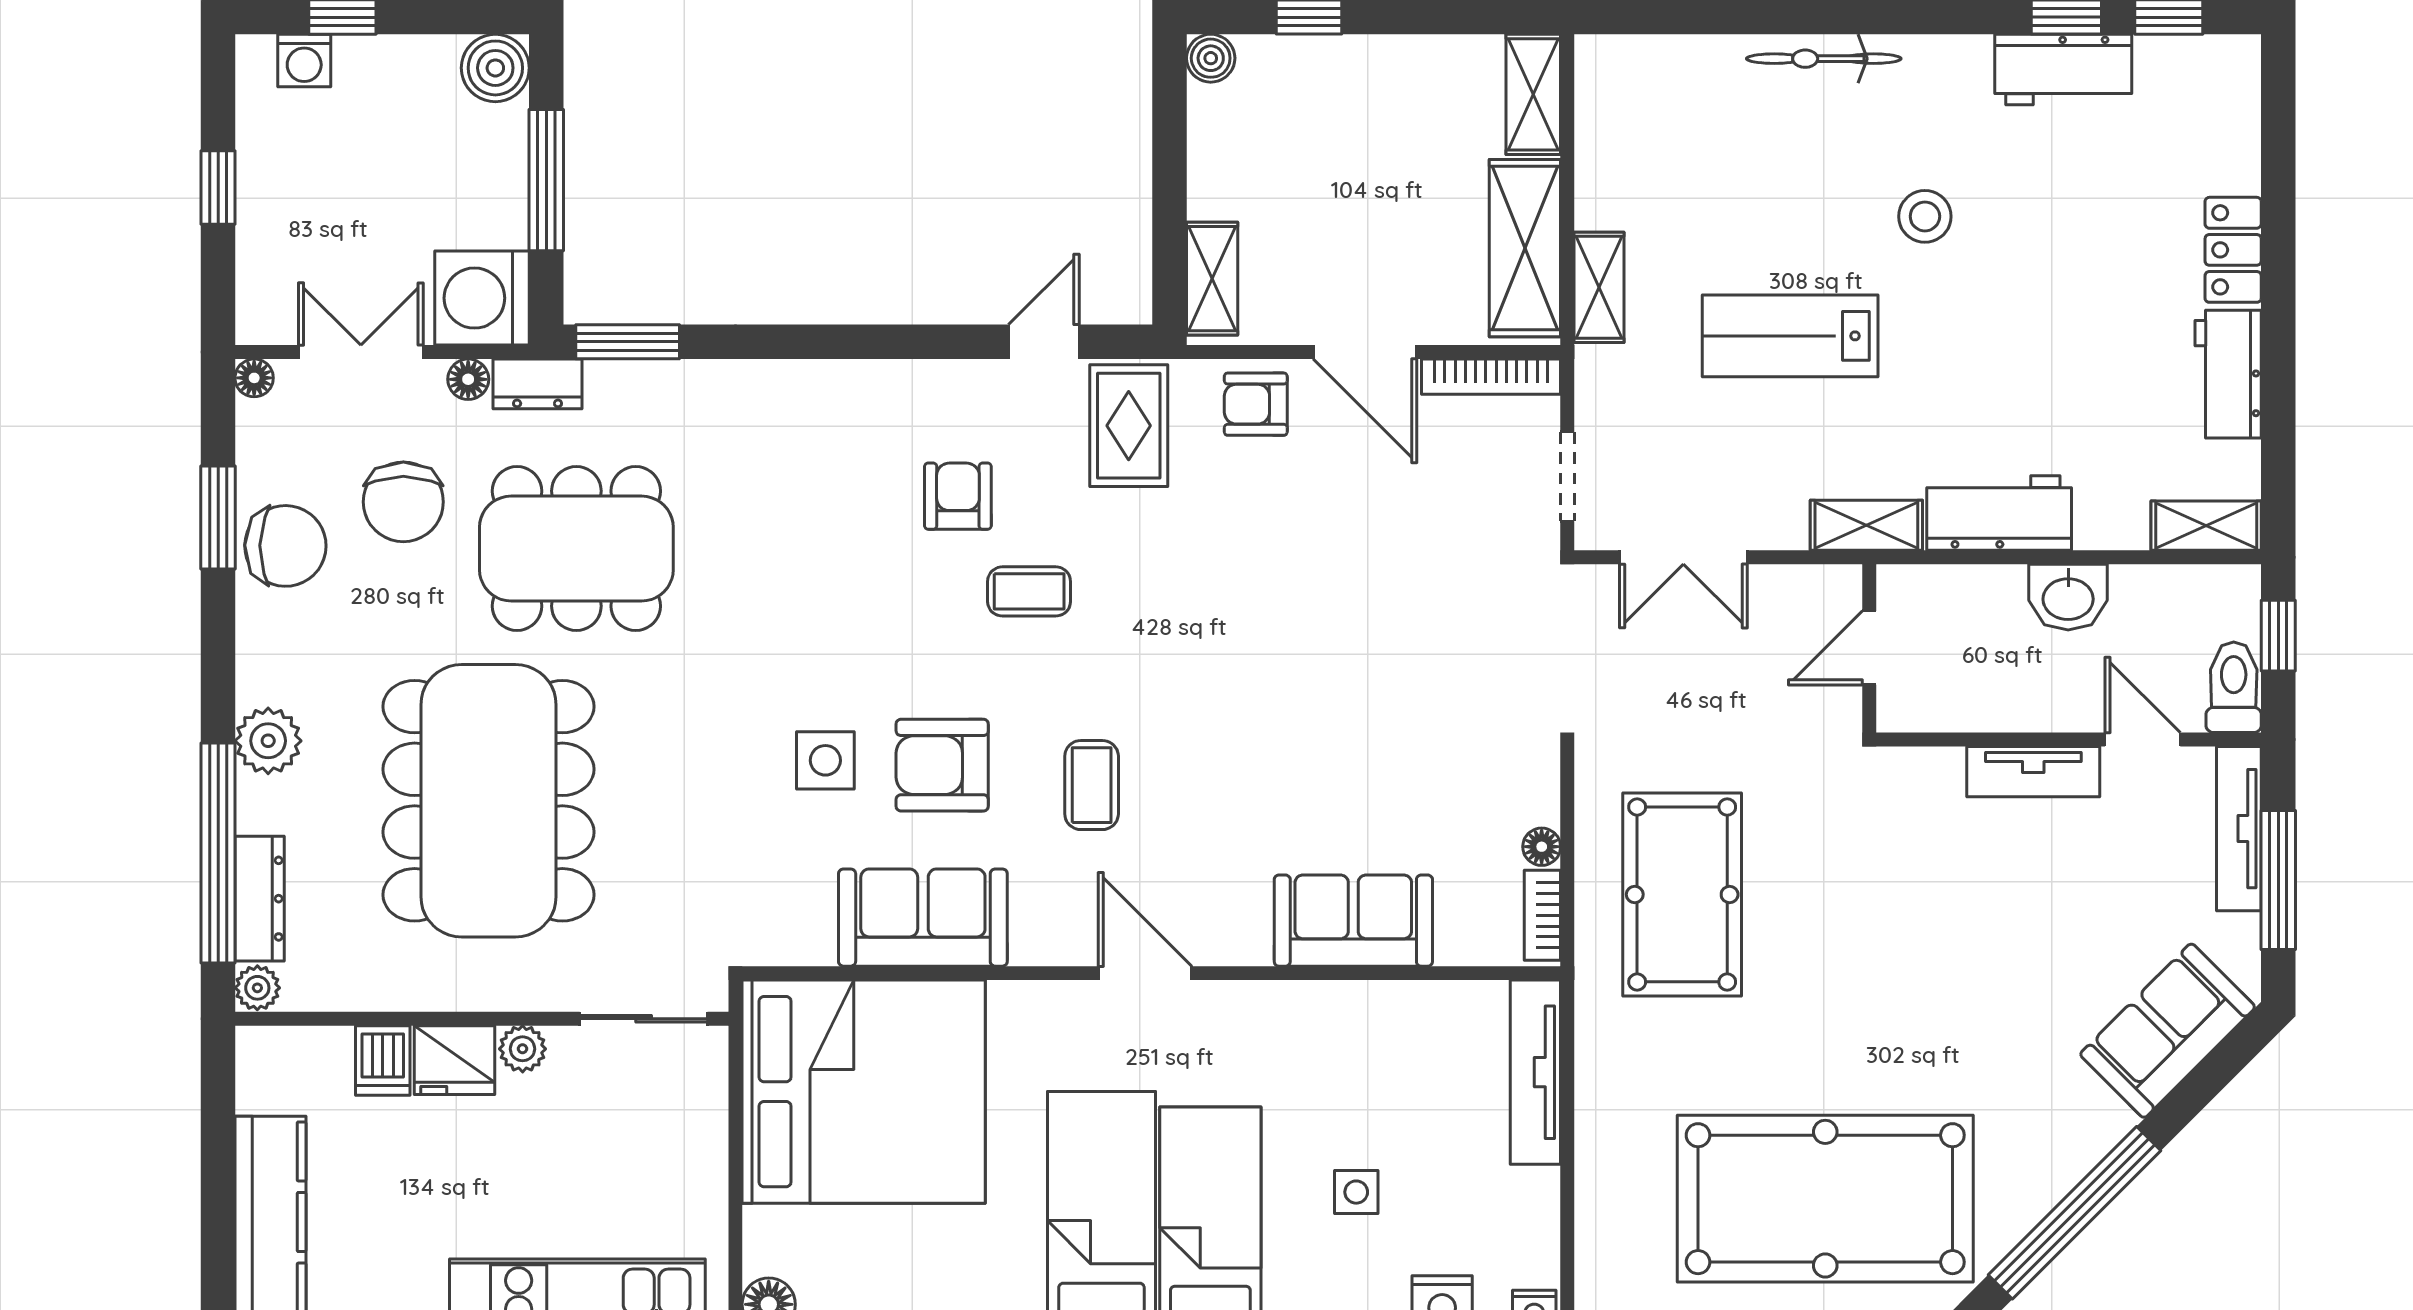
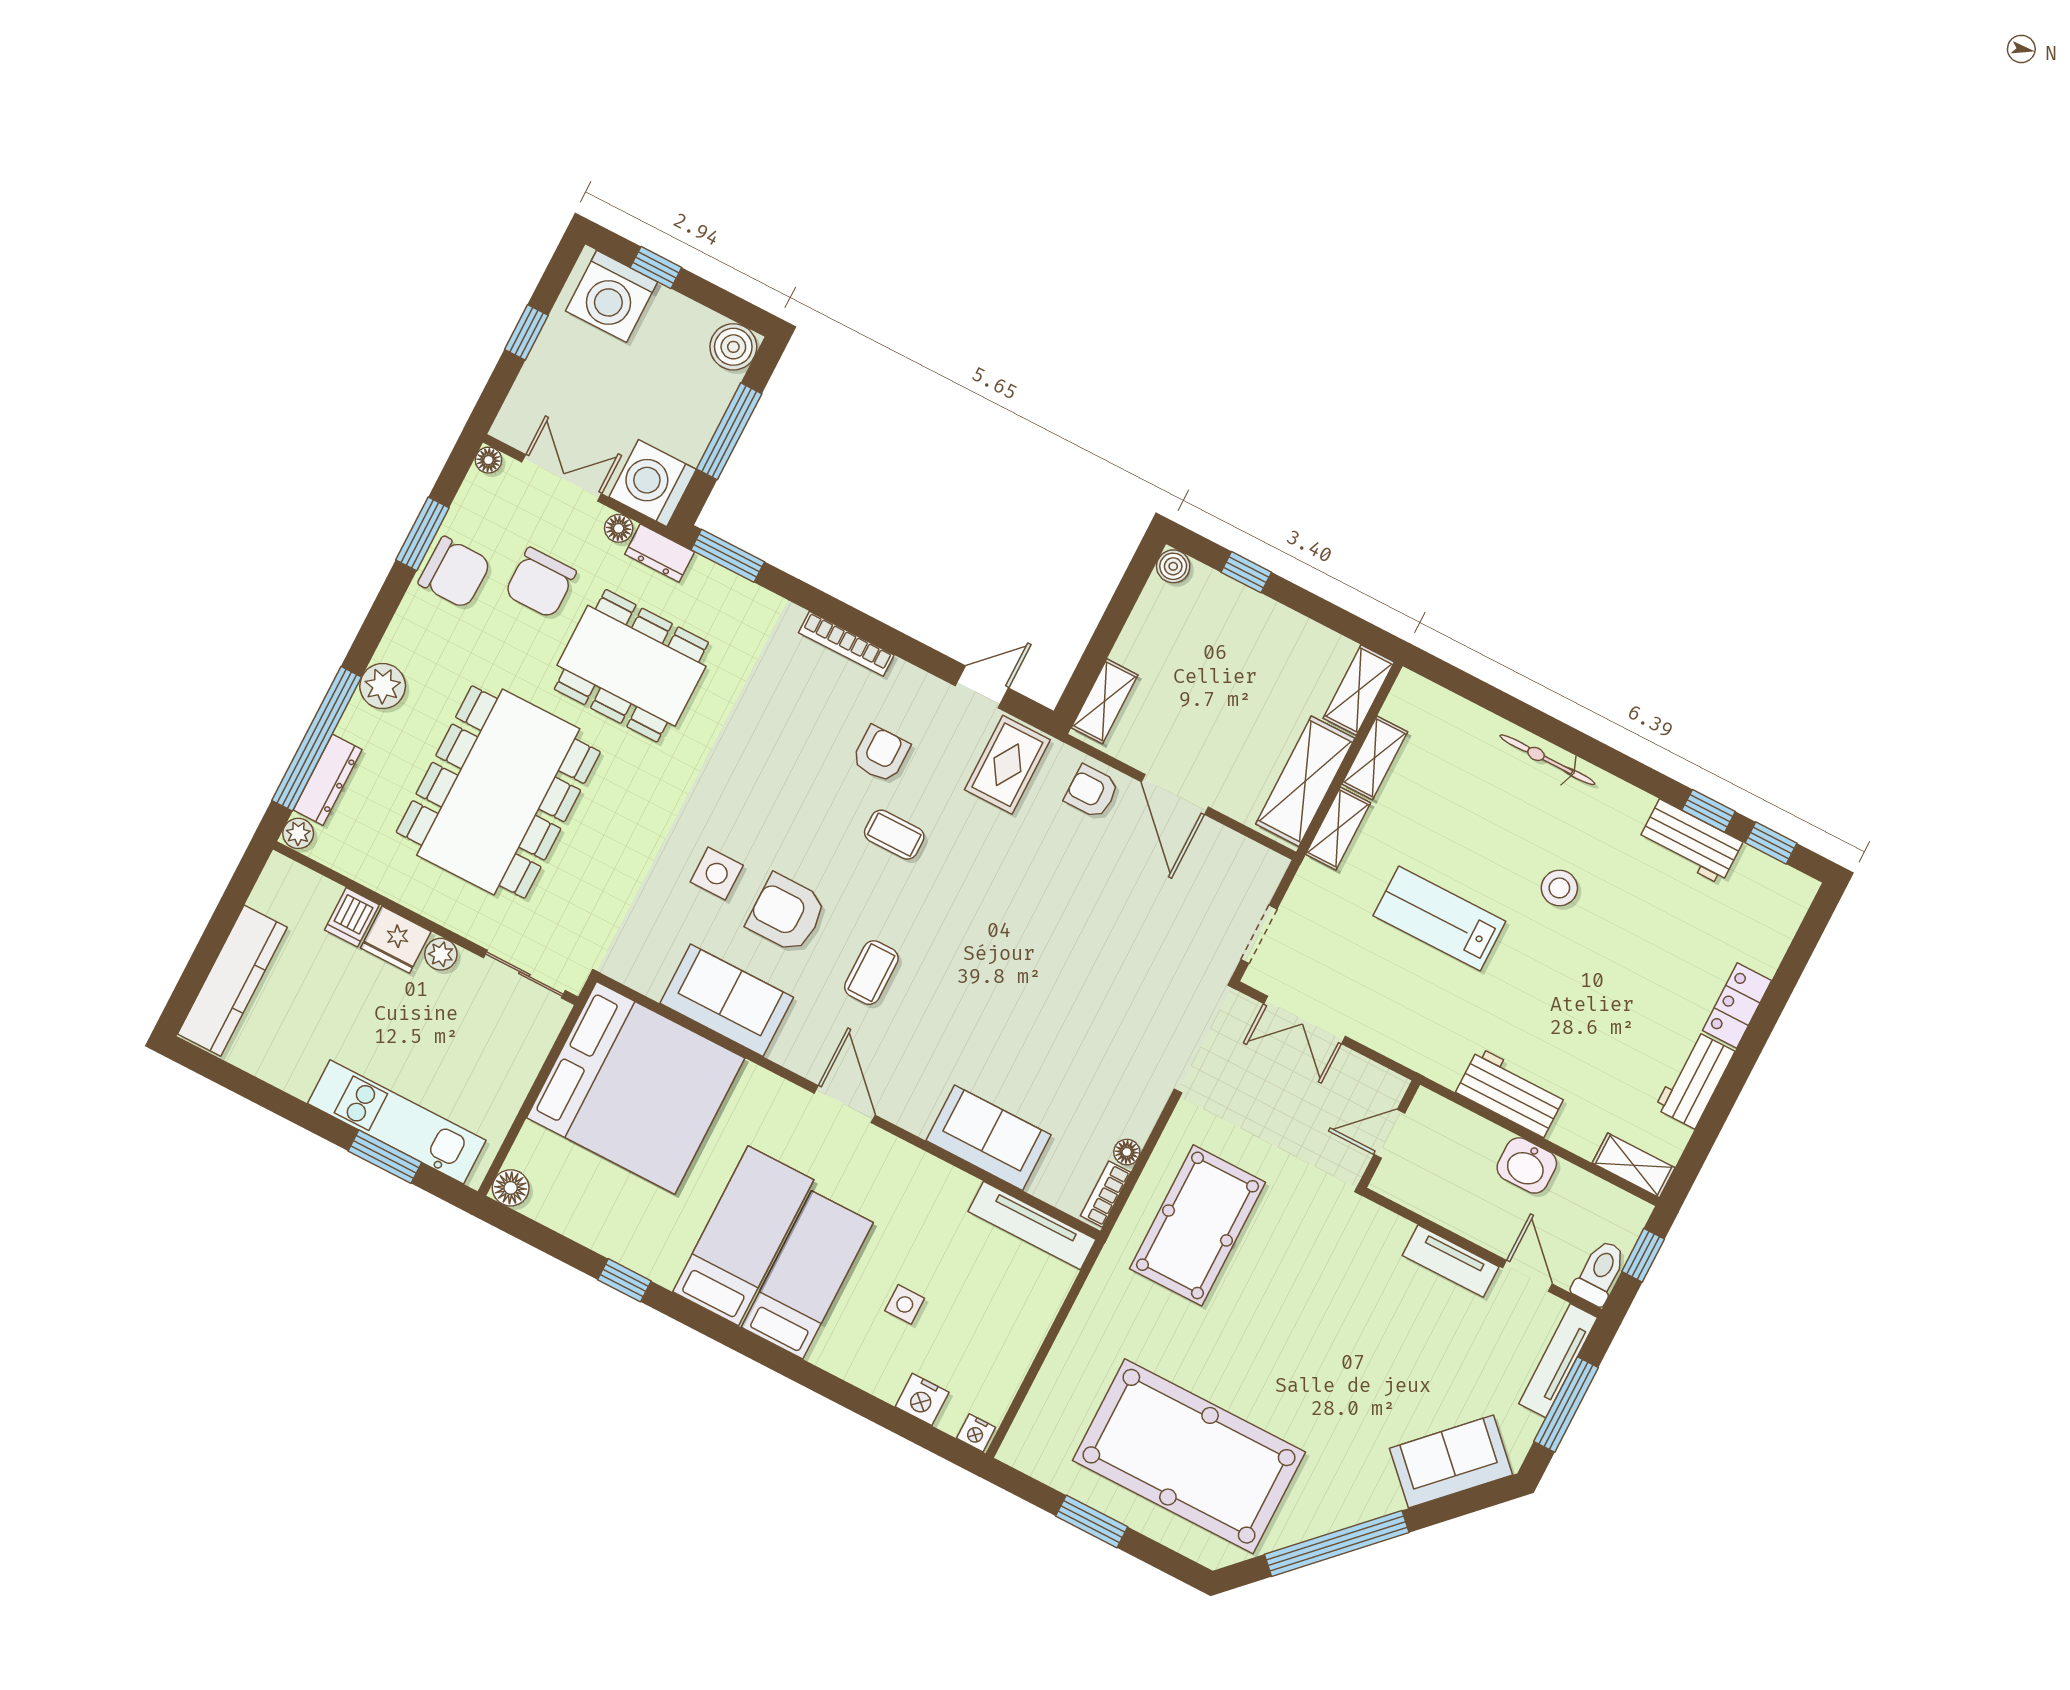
washing machine: (304, 61) -> (612, 296), width x1.89, depth x1.89
bookcase: (1491, 377) -> (846, 644), moved
shelving: (1866, 525) -> (1375, 758), moved, turned 90
tv unit: (1535, 1072) -> (1032, 1225), moved, turned -90

